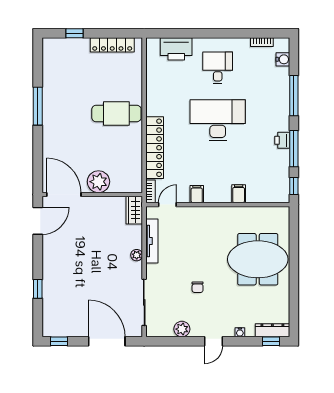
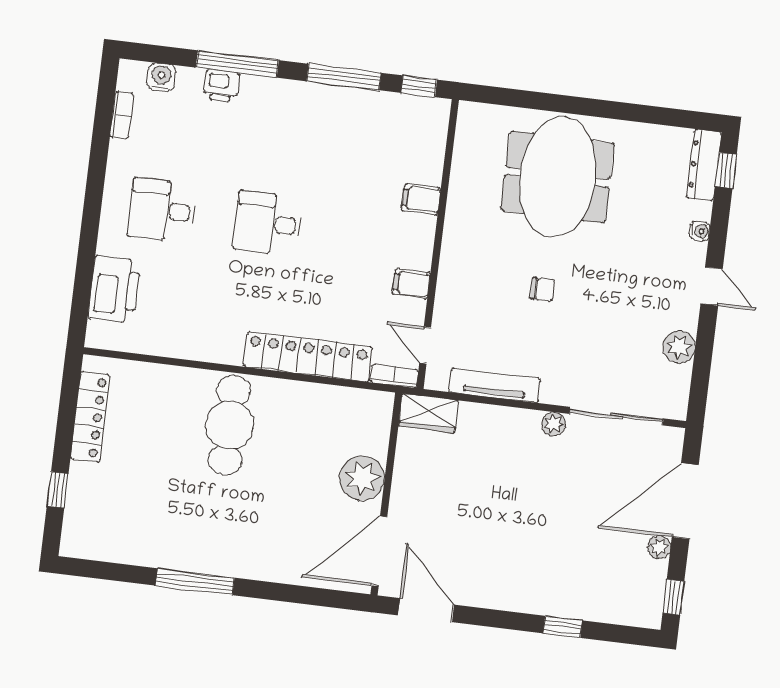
desk: (218, 120) -> (268, 223), width x0.53, depth x0.77
printer: (282, 140) -> (221, 86), moved
plant: (137, 255) -> (554, 424), moved
chair: (198, 287) -> (542, 289), moved
plant: (83, 331) -> (659, 547), added

